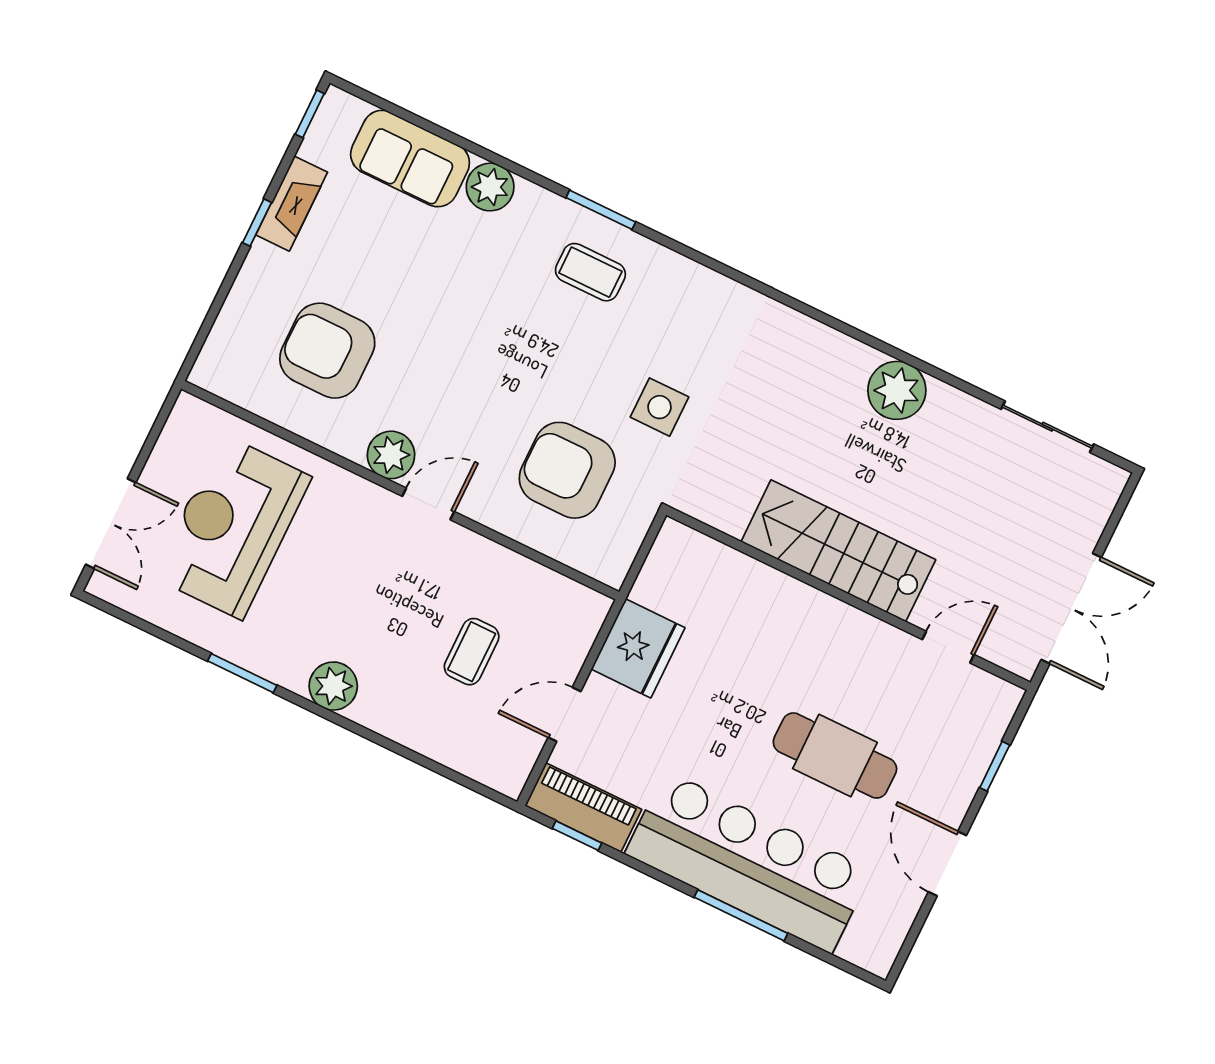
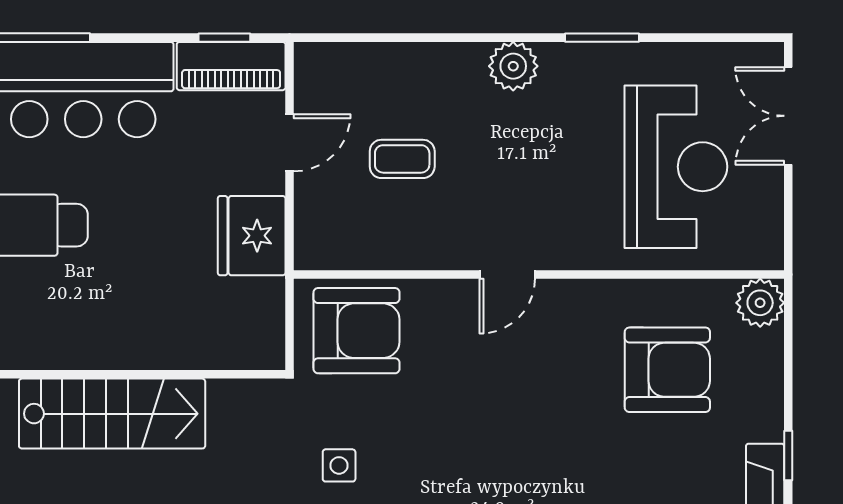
side table: (660, 407) -> (339, 465), width x0.73, depth x0.73
plant: (391, 455) -> (760, 303), moved
armchair: (567, 470) -> (356, 331), moved
coffee table: (472, 652) -> (402, 159), turned 90

